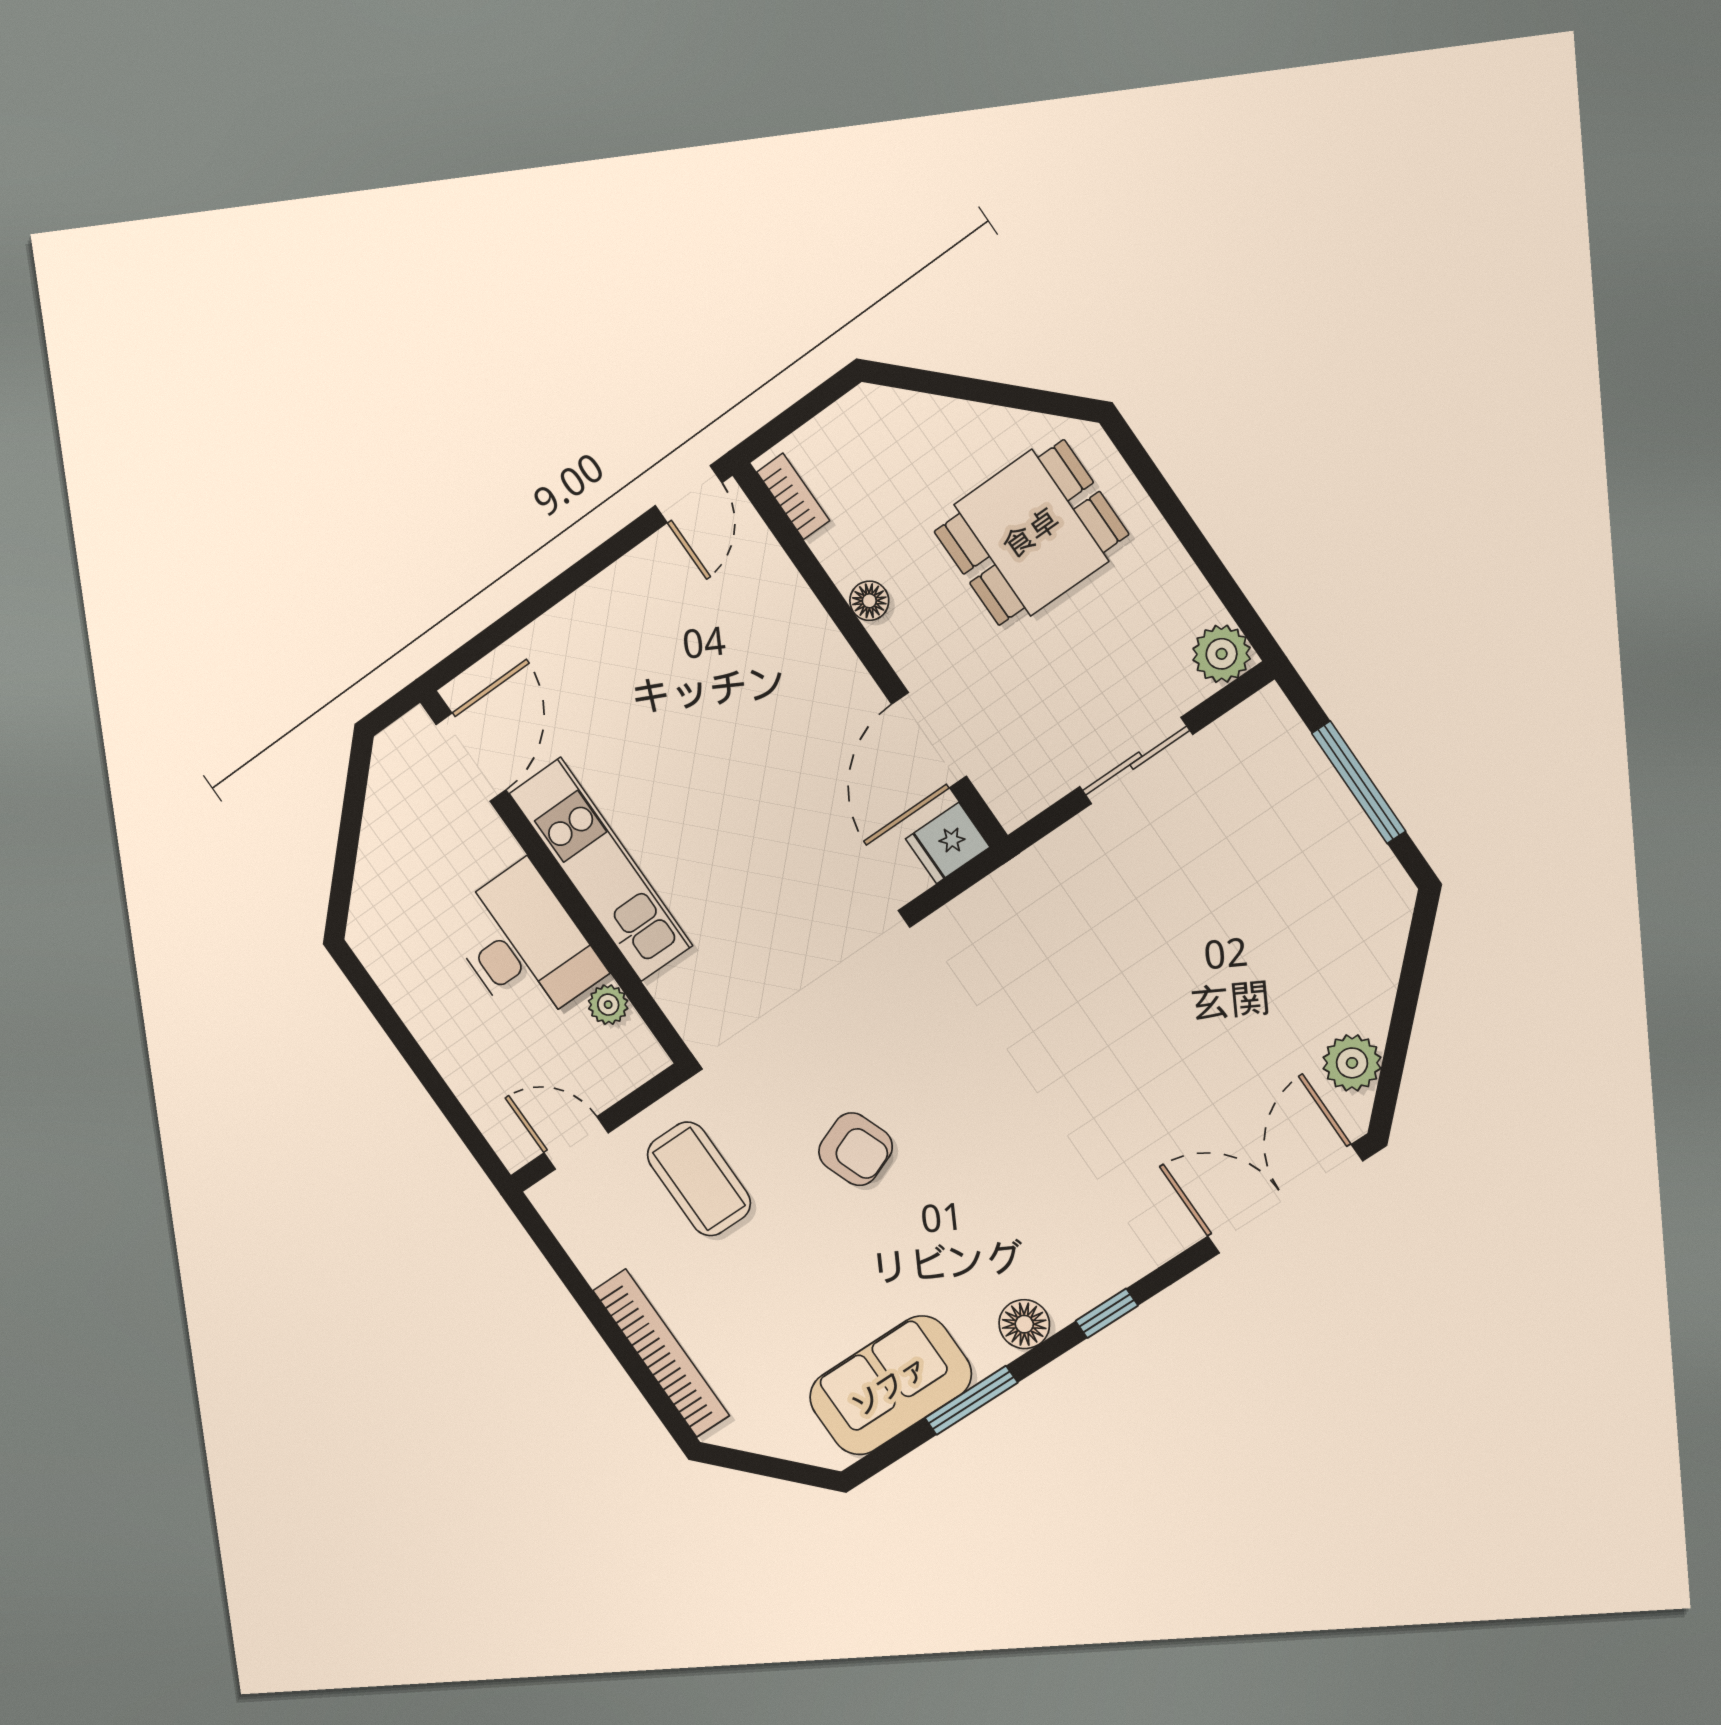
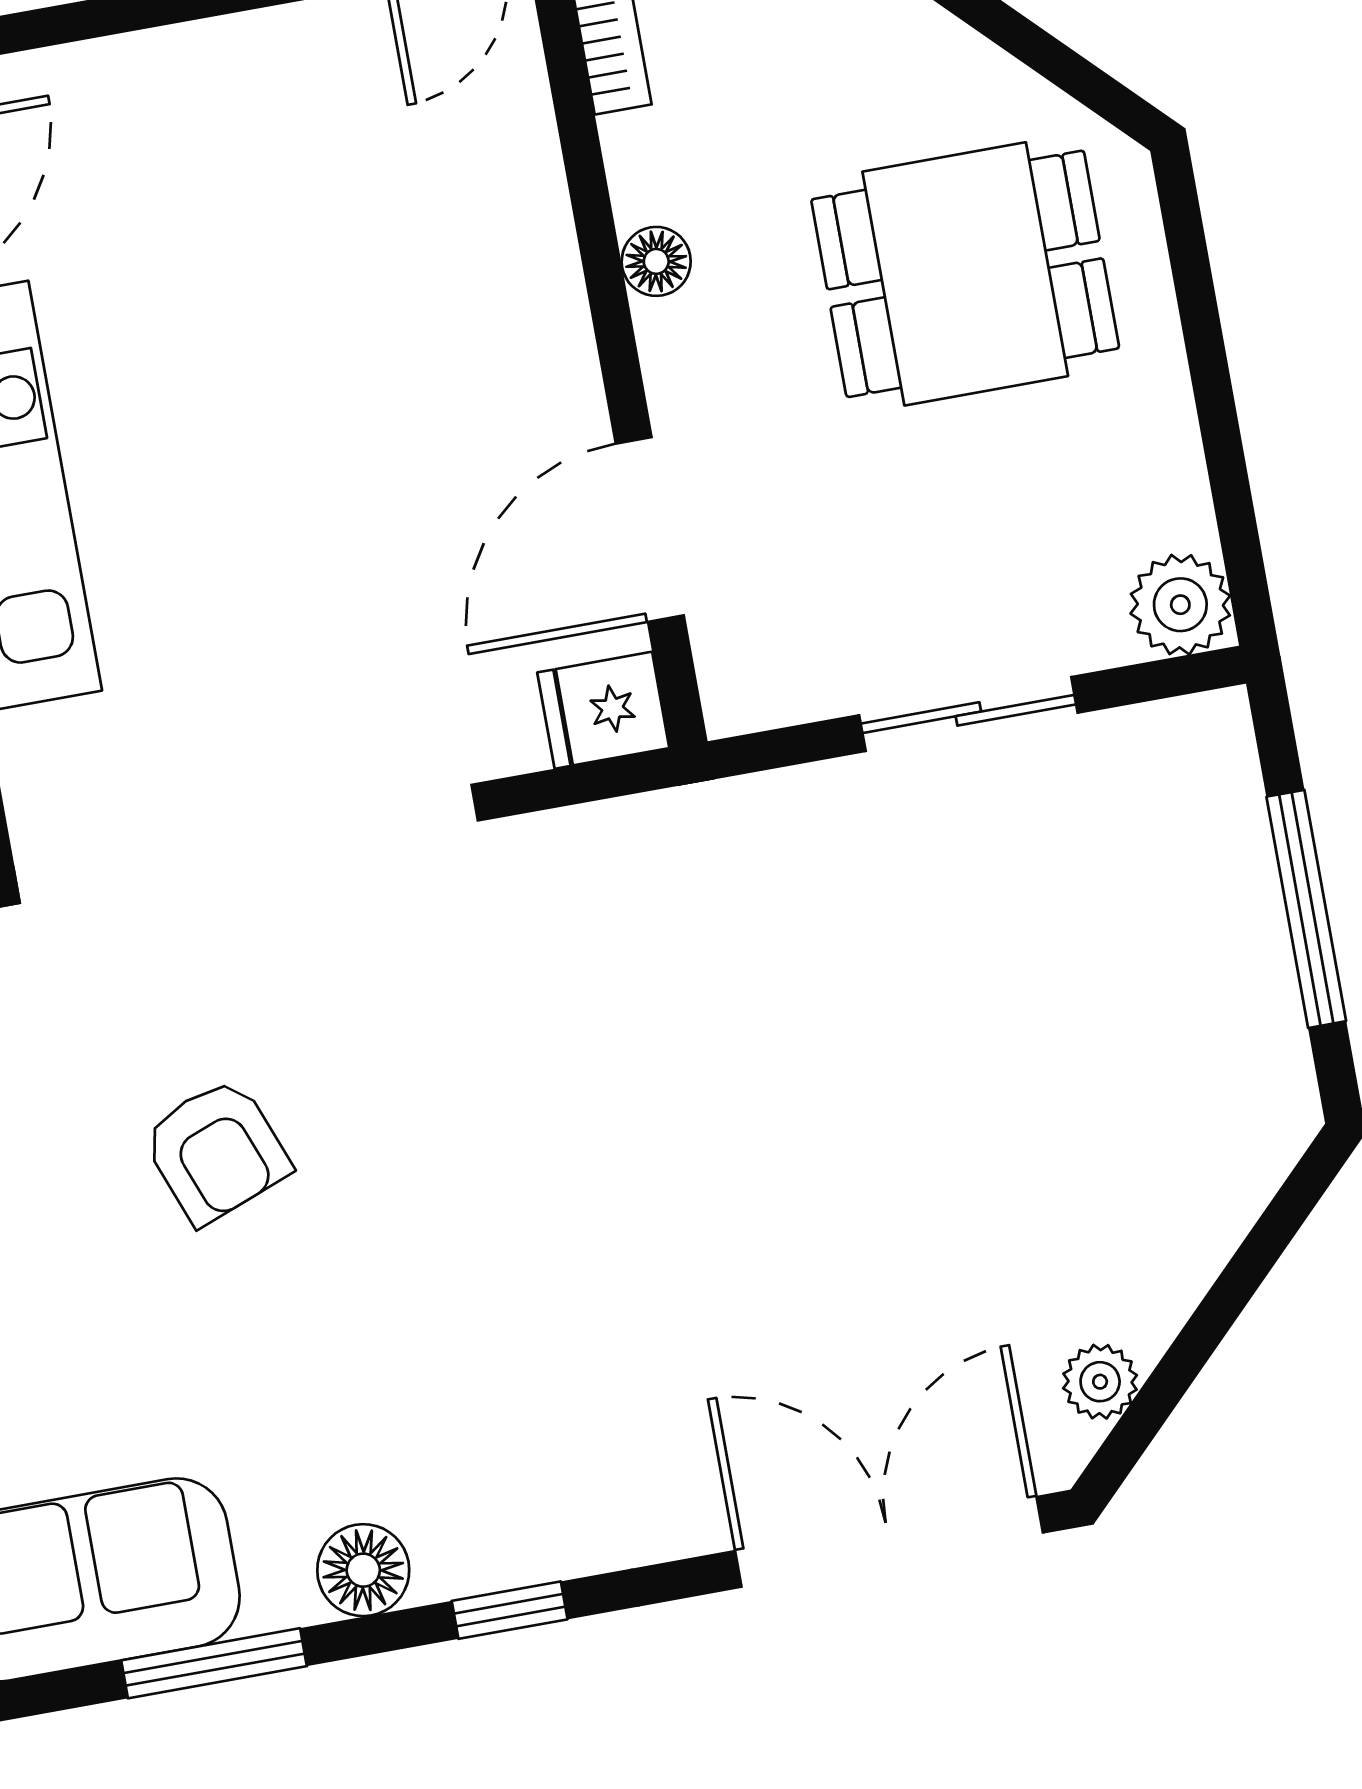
plant: (1352, 1063) -> (1100, 1382), width x0.73, depth x0.73

